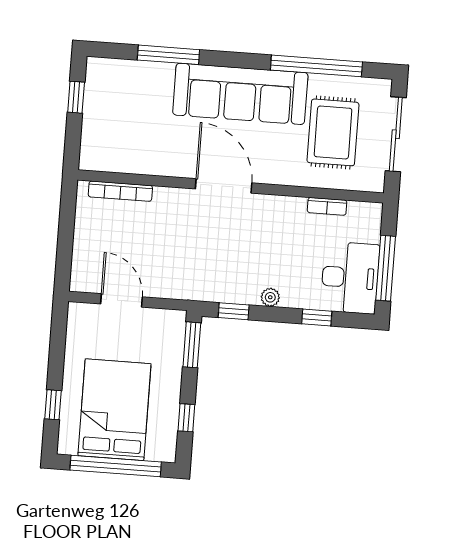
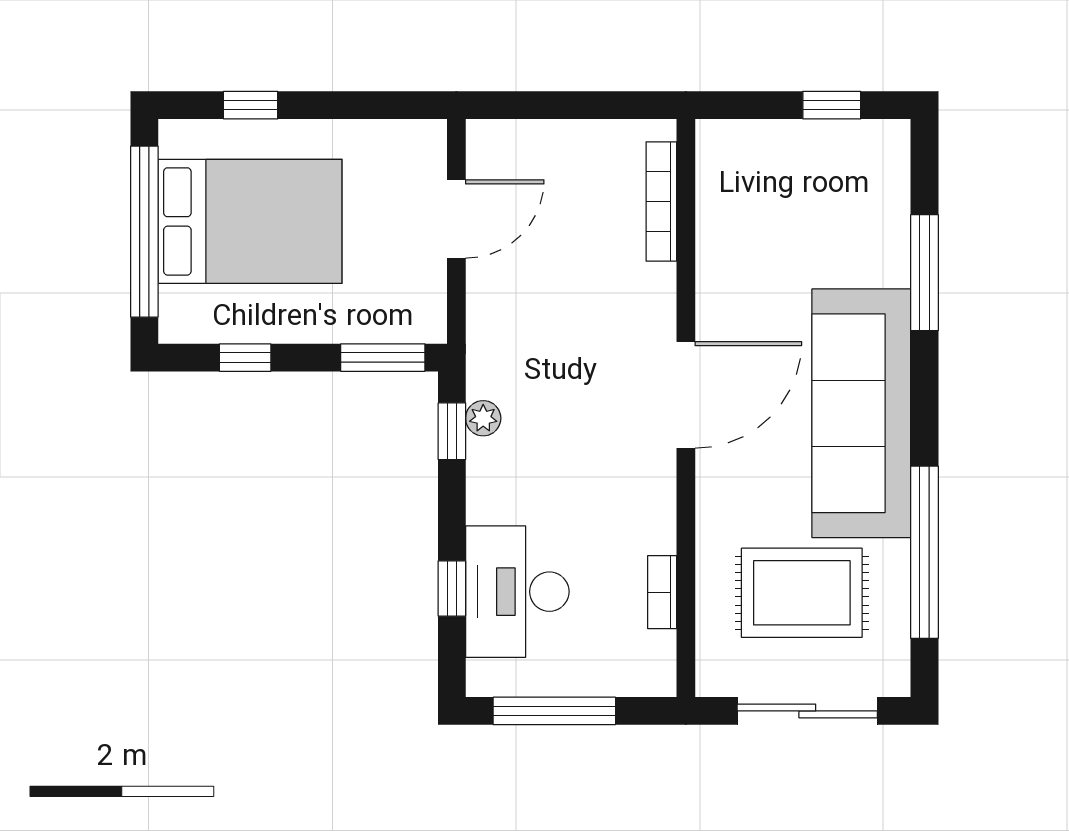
desk: (350, 278) -> (517, 592), moved, turned 90
plant: (270, 297) -> (483, 418), moved

